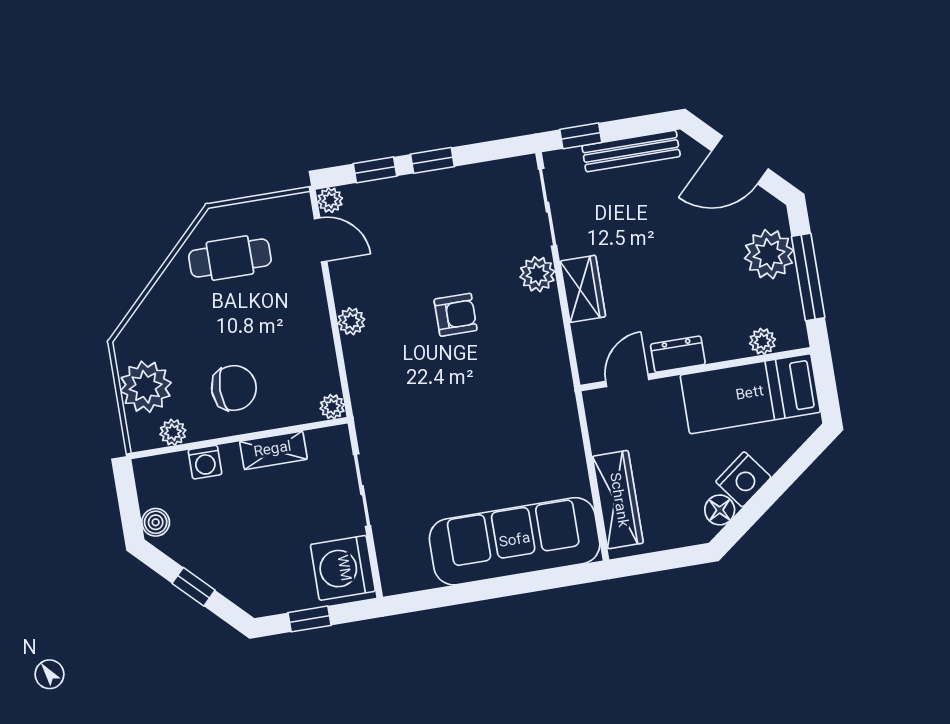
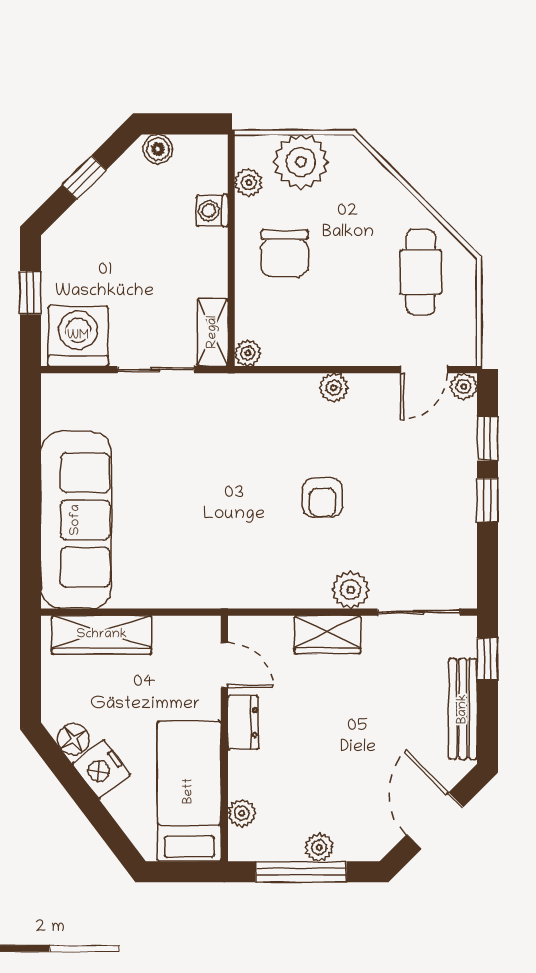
plant: (769, 254) -> (319, 847), width x0.53, depth x0.53
shelving: (273, 450) -> (213, 332), moved

